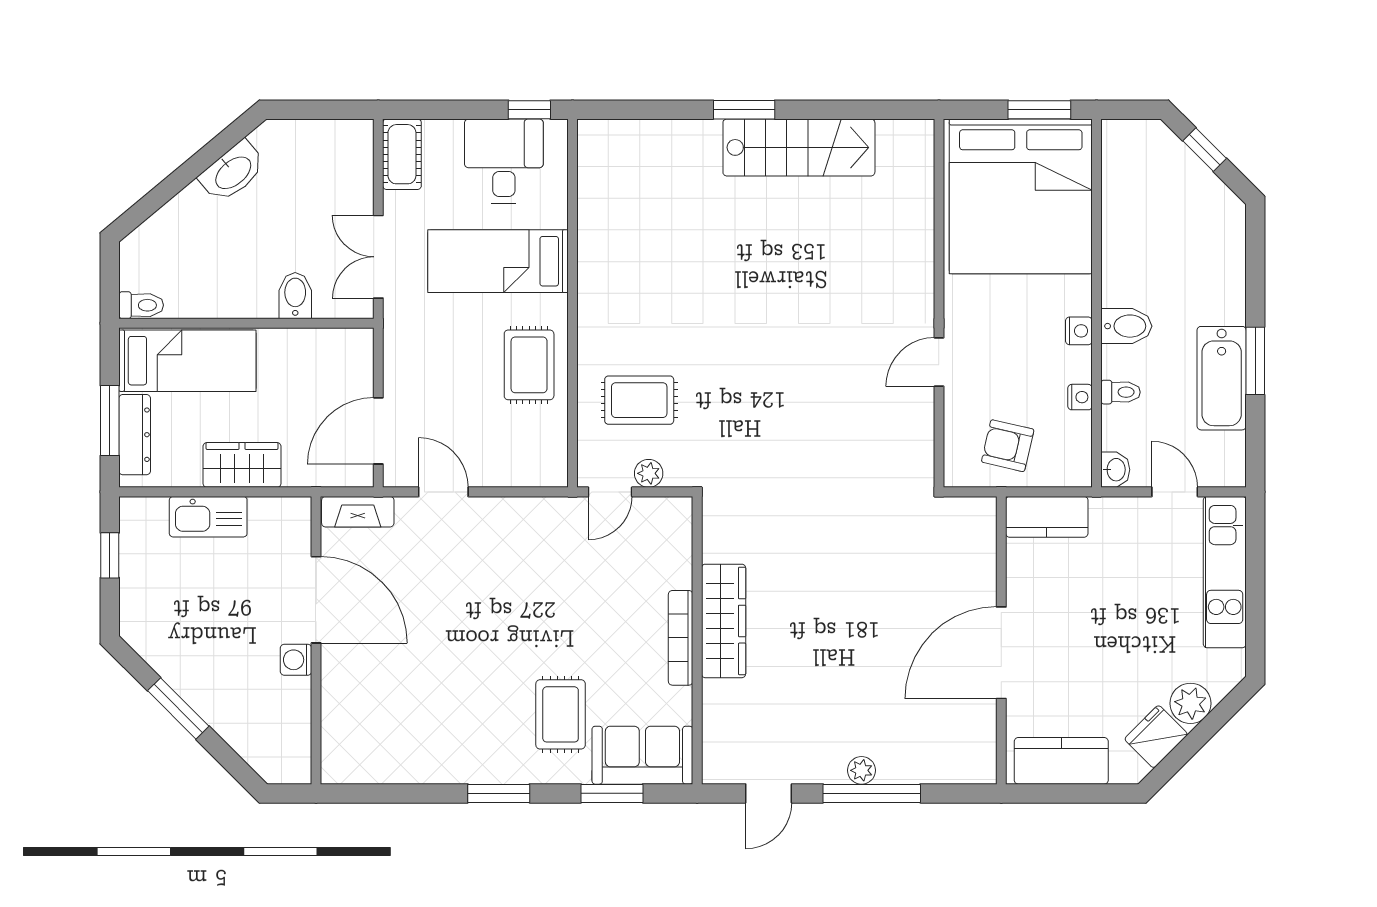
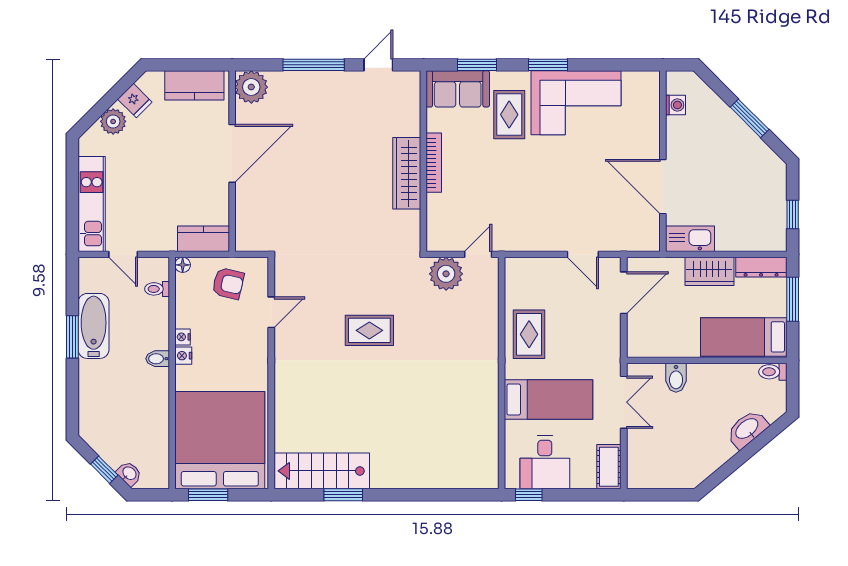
window: (744, 110) -> (343, 495), moved
stairs: (799, 147) -> (322, 471), moved
washbasin: (233, 172) -> (747, 429), moved
bidet: (1126, 326) -> (158, 359), width x0.72, depth x0.74
door: (939, 362) -> (271, 312), moved
toilet: (1121, 392) -> (157, 289), moved
nightstand: (1080, 397) -> (183, 337), moved
rug: (639, 400) -> (369, 330), moved
dresser: (135, 435) -> (761, 267), moved, turned -90
washbasin: (1115, 470) -> (129, 474), moved, turned 135
plant: (649, 473) -> (446, 274), width x1.88, depth x1.88
floor lamp: (1080, 475) -> (183, 265), added
fireplace: (358, 512) -> (637, 242), removed
kitchen sink: (208, 517) -> (690, 239), moved
washing machine: (296, 660) -> (675, 105), moved
corner sofa: (454, 733) -> (576, 103), added
fridge: (1156, 737) -> (135, 101), width x0.72
plant: (861, 770) -> (251, 87), moved, width x1.87, depth x1.87

